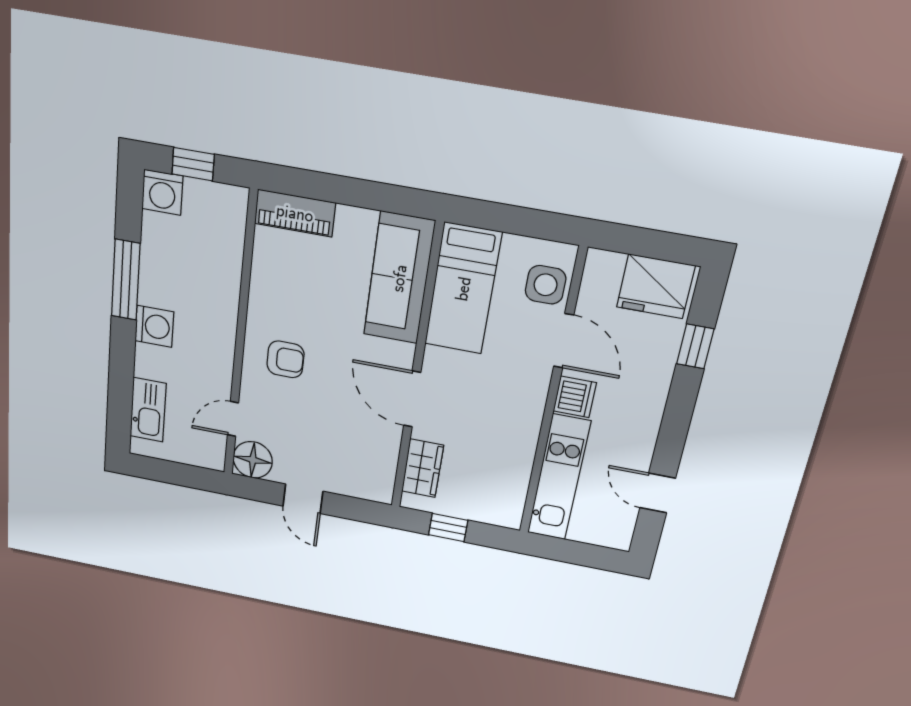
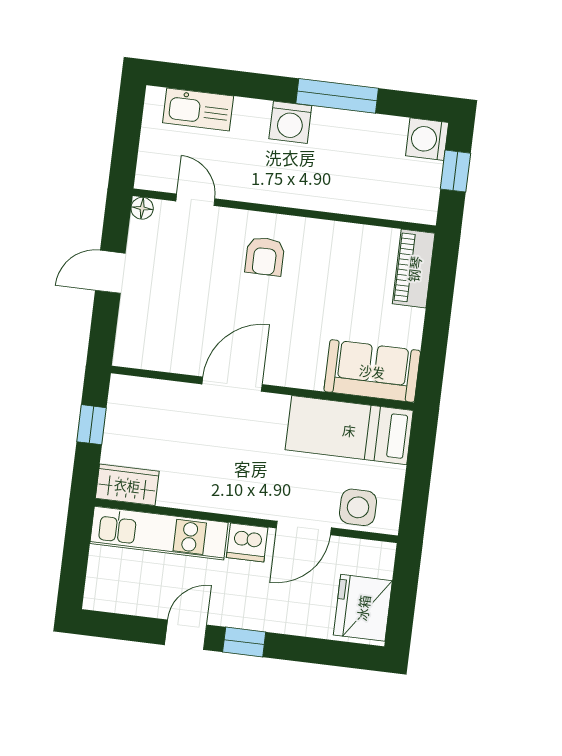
sofa: (399, 278) -> (372, 371), width x0.73
window: (695, 346) -> (244, 642), moved
floor lamp: (253, 460) -> (142, 208), width x0.53, depth x0.53
wardrobe: (423, 468) -> (127, 485), moved, turned 180
door: (658, 493) -> (186, 635), moved

